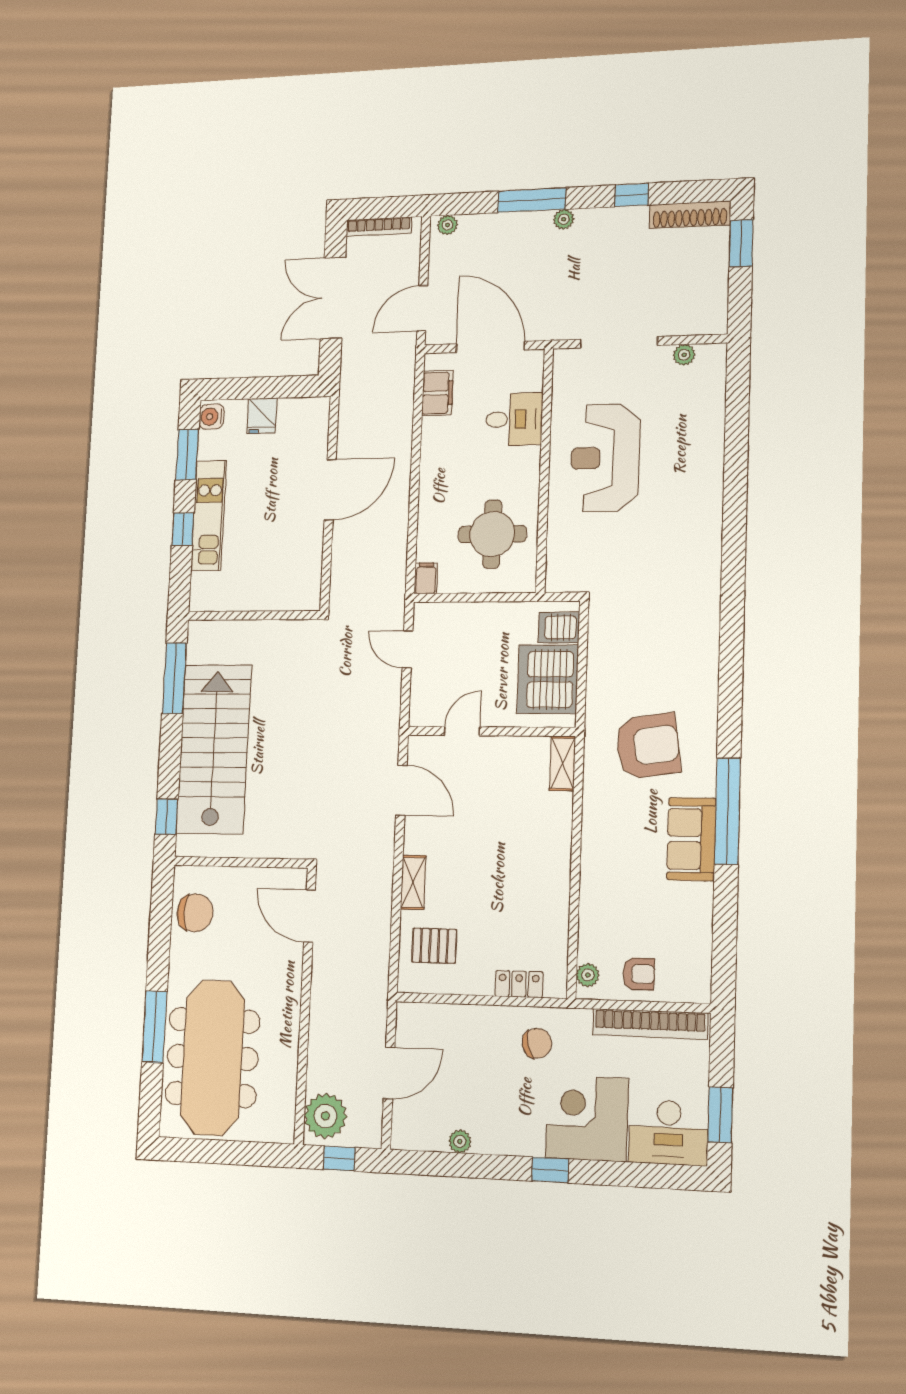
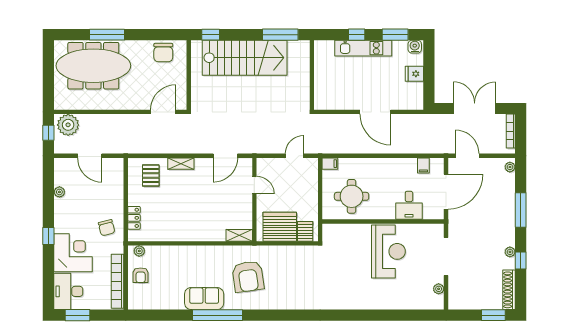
plant: (564, 219) -> (510, 252), moved
filing cabinet: (437, 393) -> (423, 165), width x0.50
reception desk: (605, 458) -> (388, 251), turned 90

